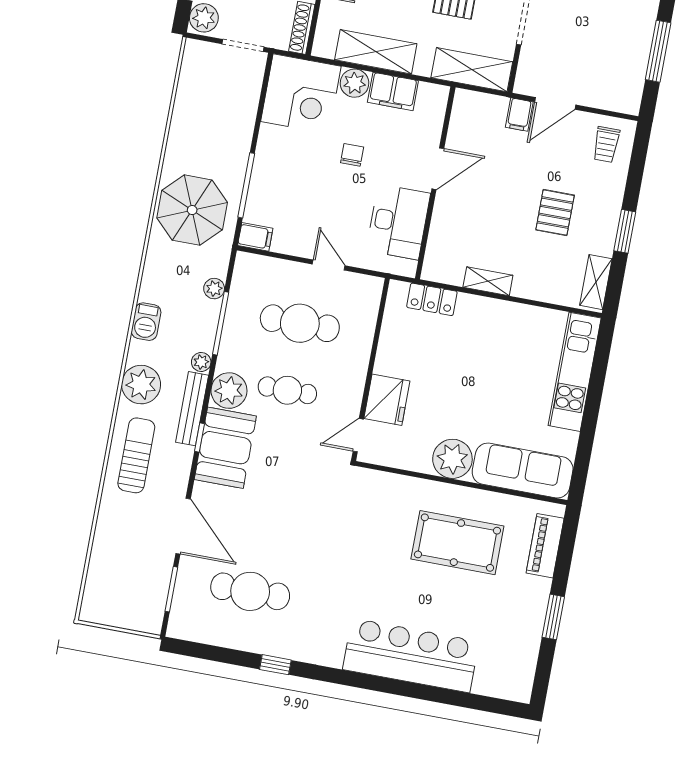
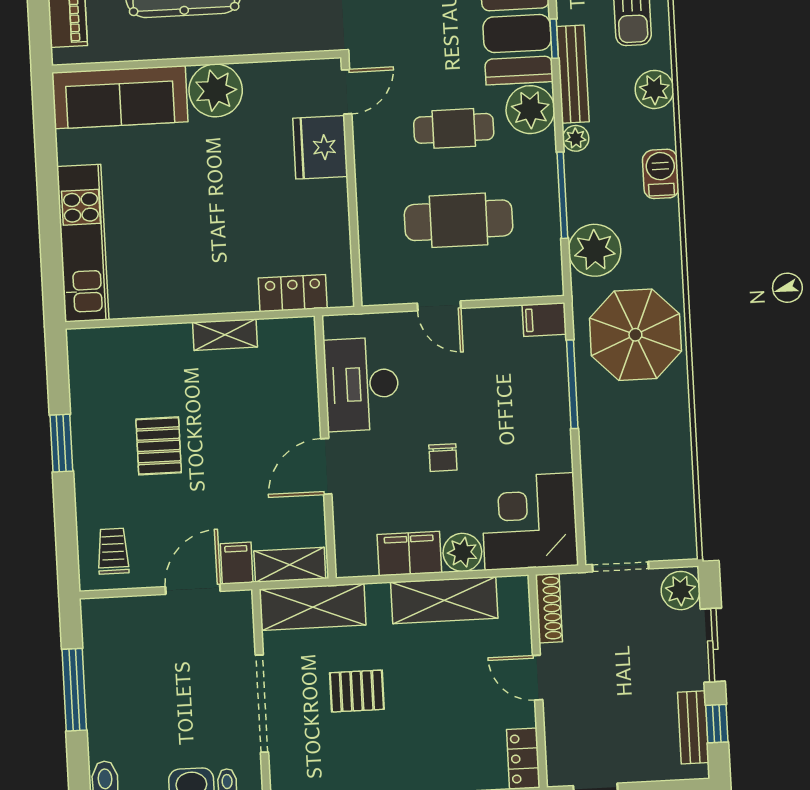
shelving: (596, 282) -> (290, 565), moved, turned 90
plant: (214, 289) -> (595, 250), width x1.88, depth x1.88
plant: (141, 385) -> (654, 89), width x0.73, depth x0.73

